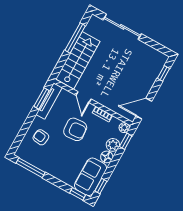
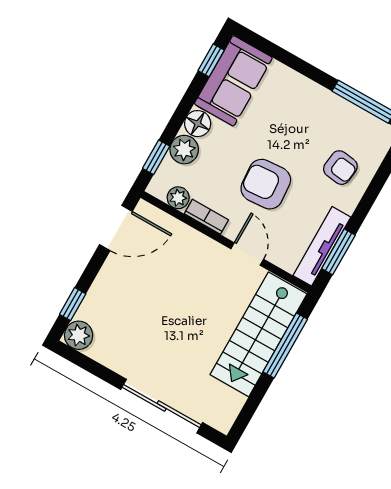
window: (75, 38) -> (285, 345), moved
plant: (161, 59) -> (79, 335), added
plant: (124, 128) -> (178, 198), moved
window: (78, 194) -> (262, 44), removed

